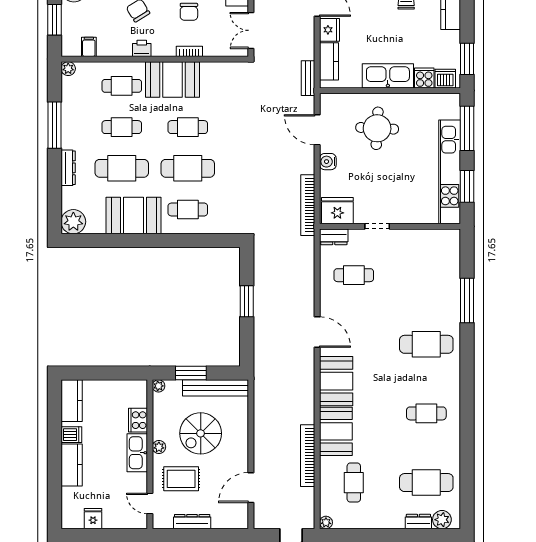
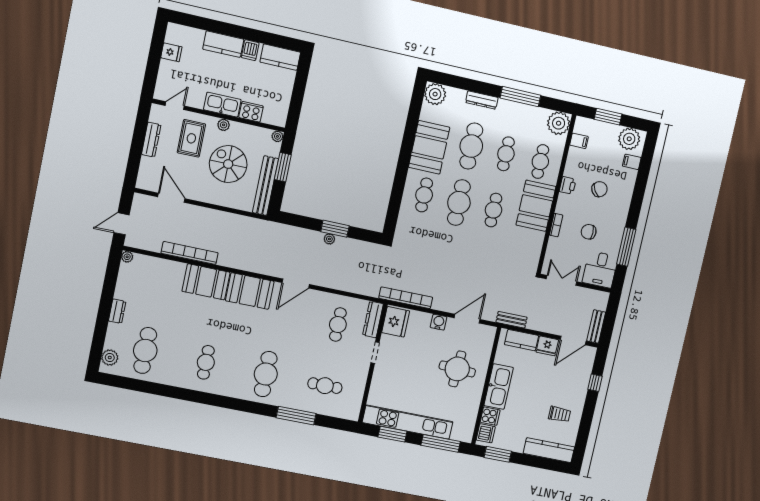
plant: (68, 69) -> (559, 123), width x1.88, depth x1.88
dresser: (334, 237) -> (373, 319), width x1.44
plant: (260, 305) -> (329, 239), added
cafe table: (354, 483) -> (325, 386), moved
dresser: (418, 521) -> (117, 311), moved

